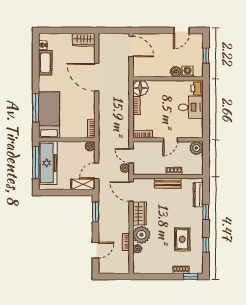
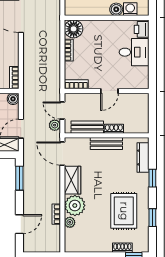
plant: (196, 148) -> (141, 101), removed
bench: (152, 170) -> (87, 127), added
rug: (182, 239) -> (124, 211), width x1.36, depth x1.43

